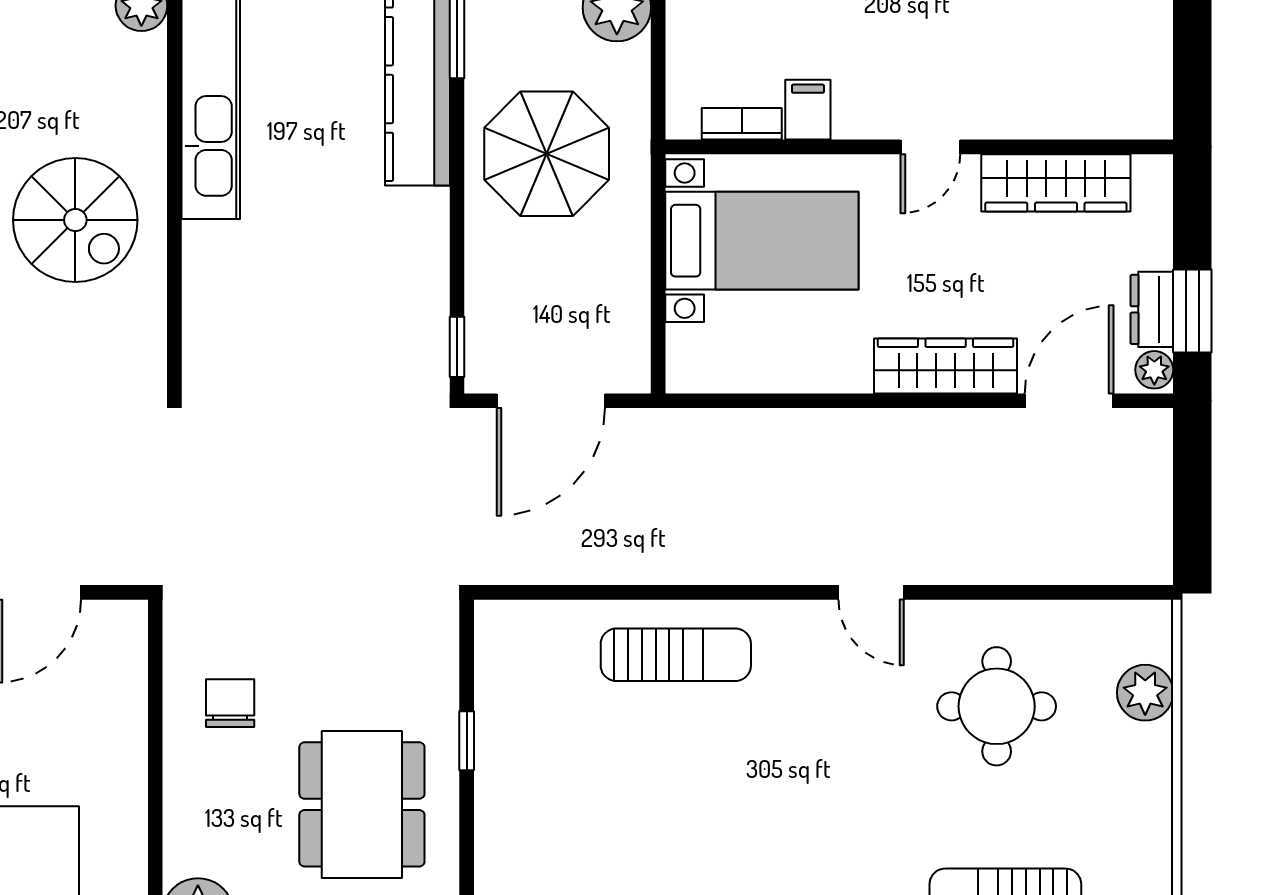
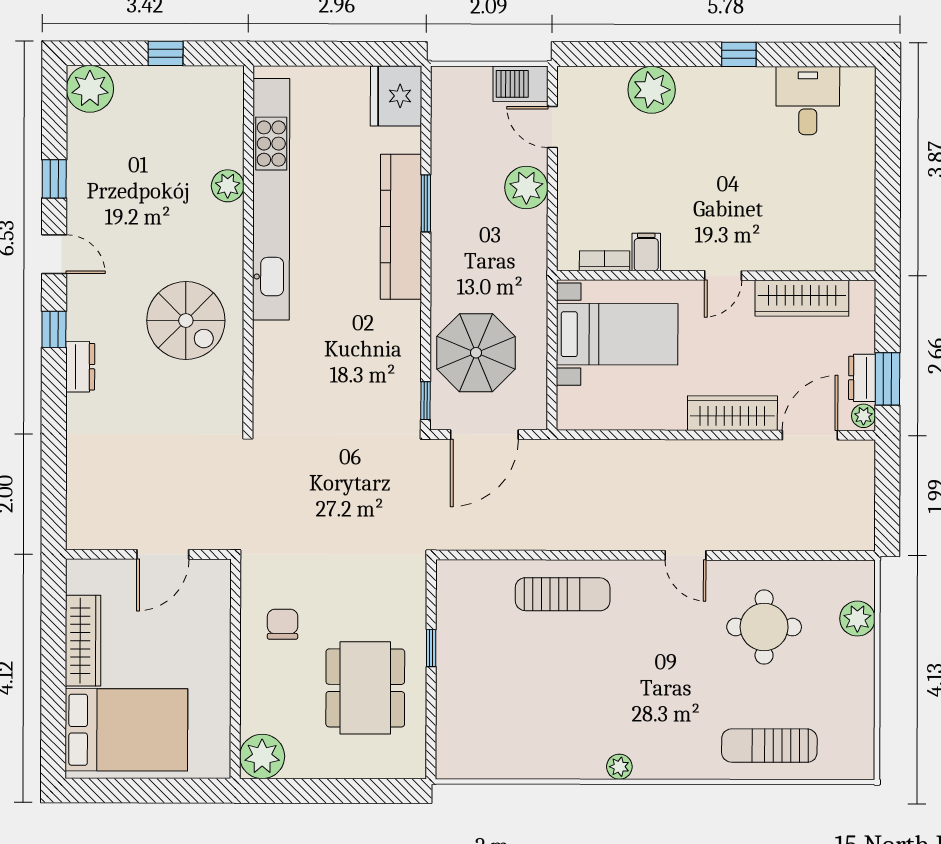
parasol: (547, 154) -> (476, 353), moved

